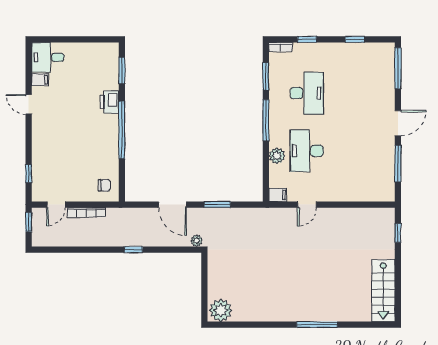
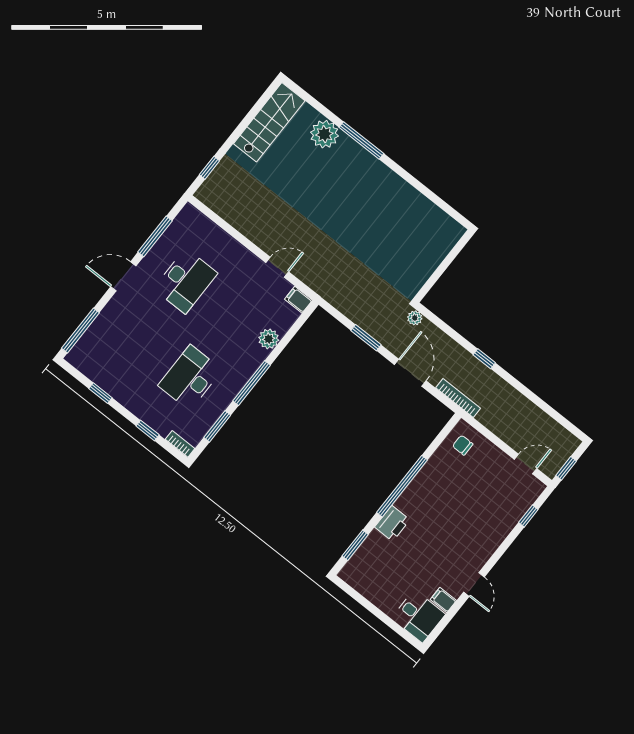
desk: (307, 151) -> (185, 281), moved
bookcase: (86, 212) -> (458, 398), moved
plant: (221, 310) -> (324, 134), moved

